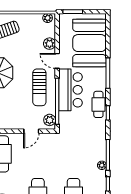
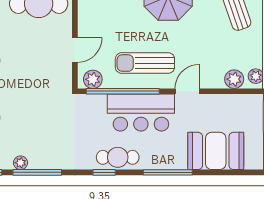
booth: (89, 43) -> (216, 151), width x0.73, depth x0.70
plant: (50, 44) -> (234, 79), moved
door: (31, 131) -> (75, 50), swing flipped

